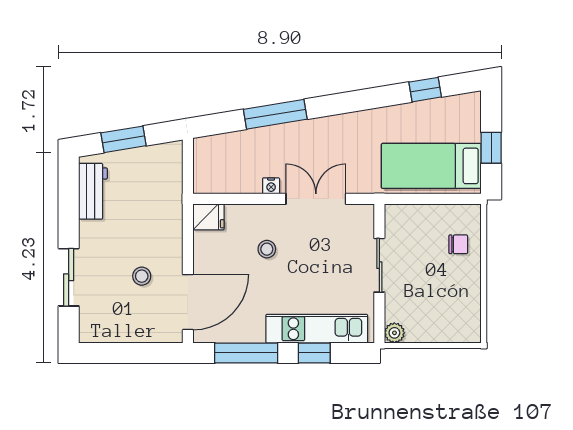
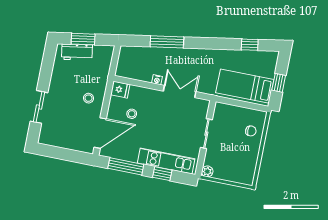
workbench: (93, 191) -> (77, 52), moved, turned 81
stool: (267, 249) -> (132, 114), moved
stool: (142, 276) -> (88, 98), moved

